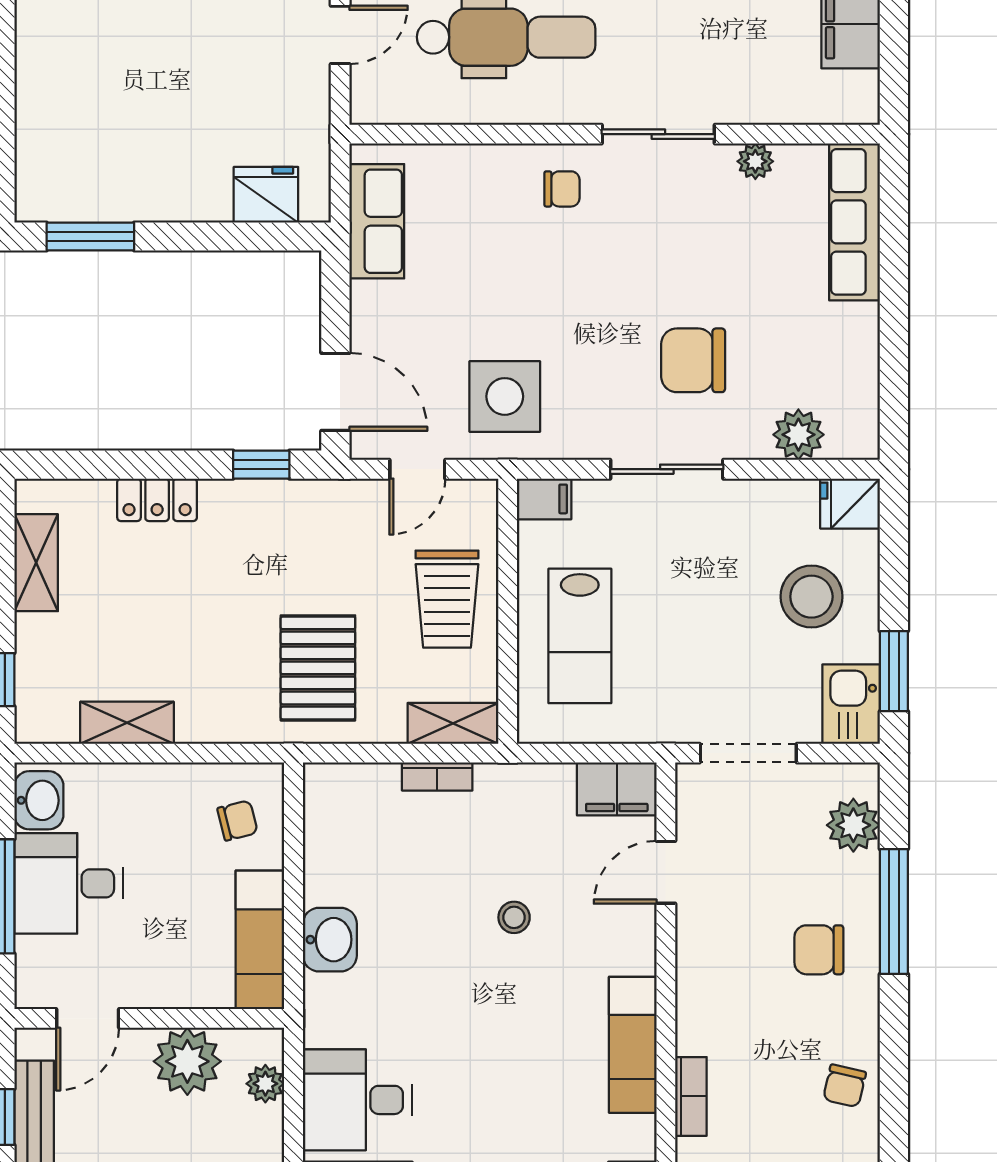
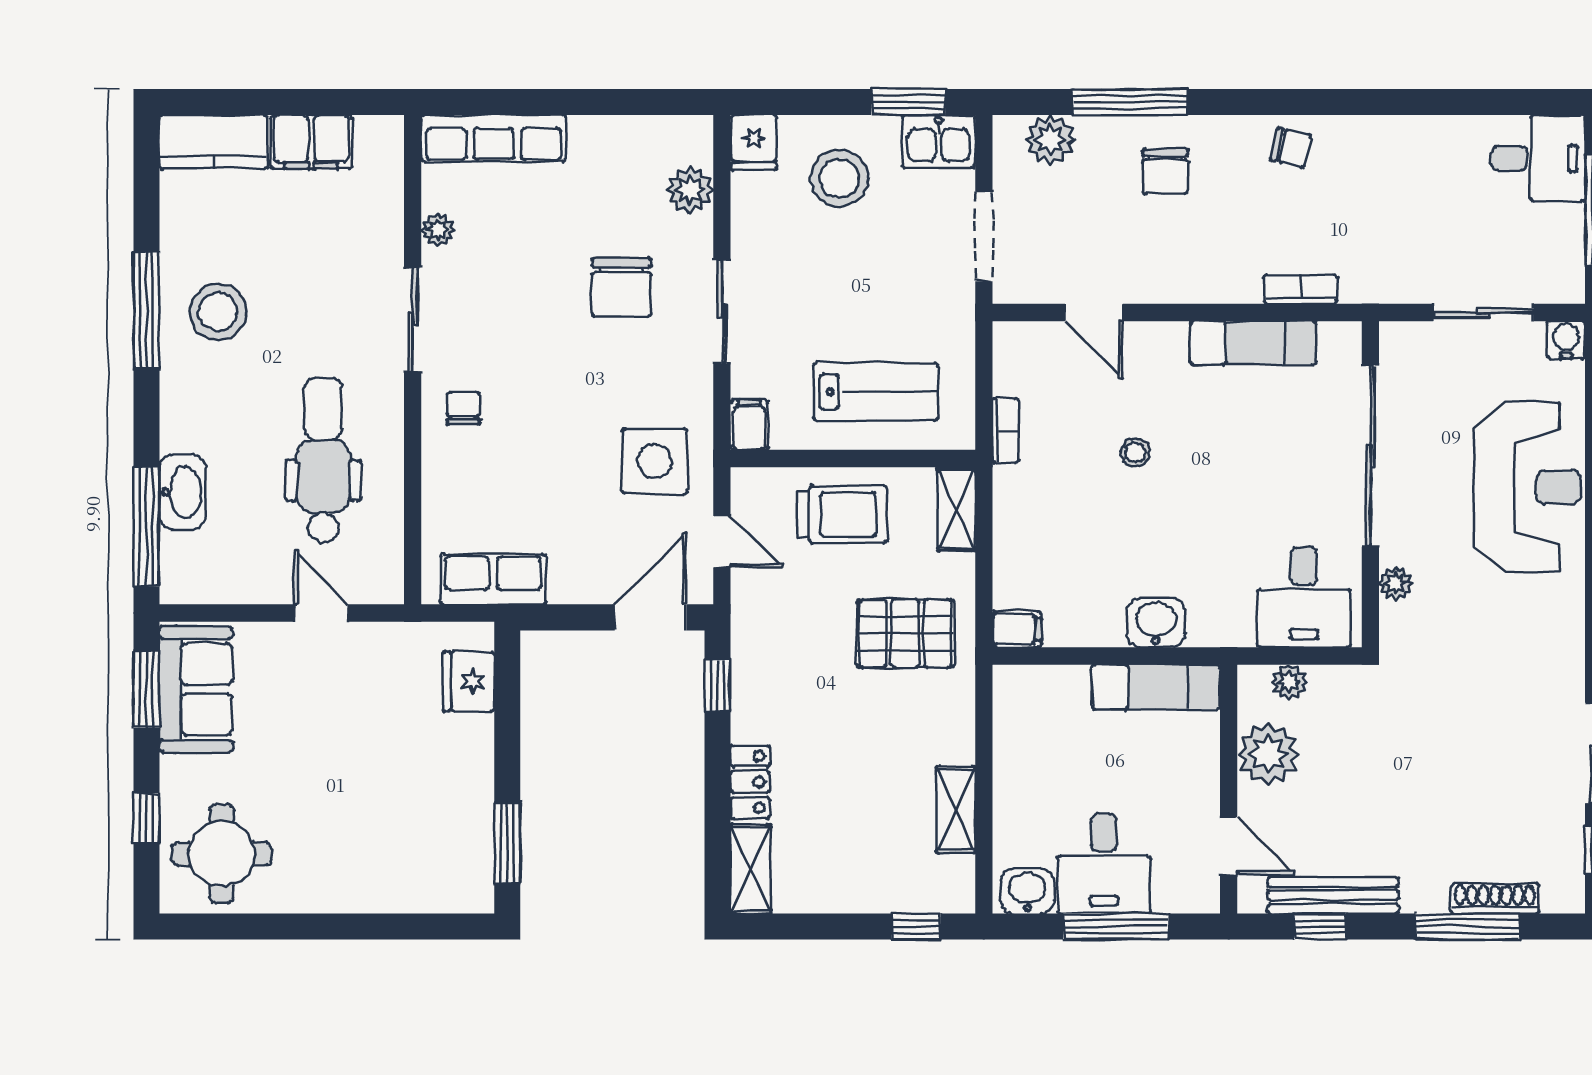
shelving: (36, 563) -> (751, 869), moved, turned 90
bookcase: (437, 777) -> (1005, 430), moved
filing cabinet: (617, 789) -> (1017, 629), moved, width x0.50
chair: (237, 821) -> (1046, 708), removed

